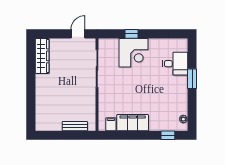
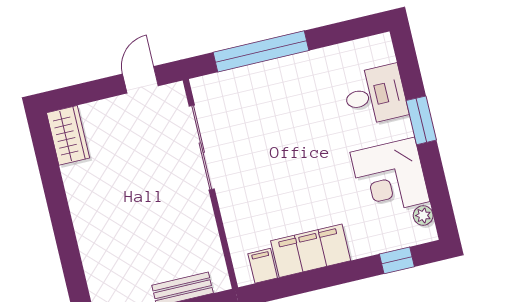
window: (132, 34) -> (261, 51), width x3.17
corner desk: (134, 53) -> (390, 177), moved, turned 90
wardrobe: (42, 56) -> (68, 135), width x0.67

